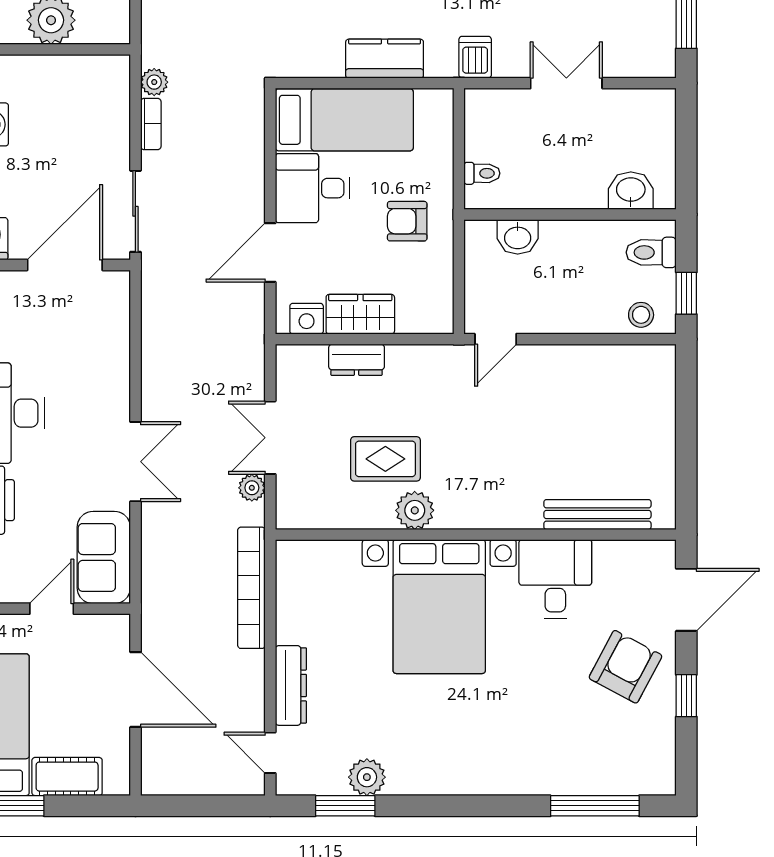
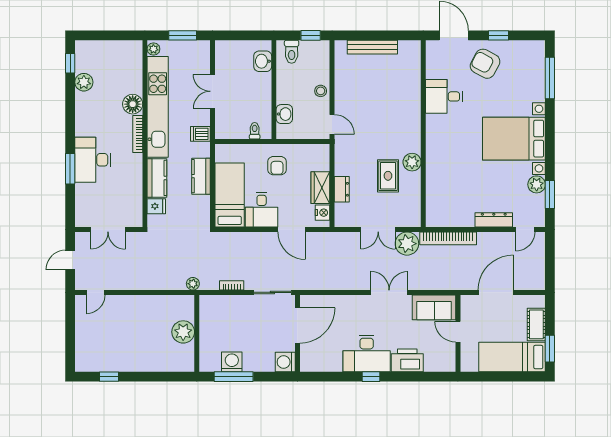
plant: (154, 82) -> (193, 284), moved
door: (65, 265) -> (297, 325), swing flipped
stool: (641, 315) -> (321, 91), moved
plant: (252, 488) -> (407, 244), width x1.88, depth x1.88
bench: (597, 515) -> (372, 47), moved, turned 90
bed with nightstands: (439, 607) -> (514, 139), moved, turned 180

